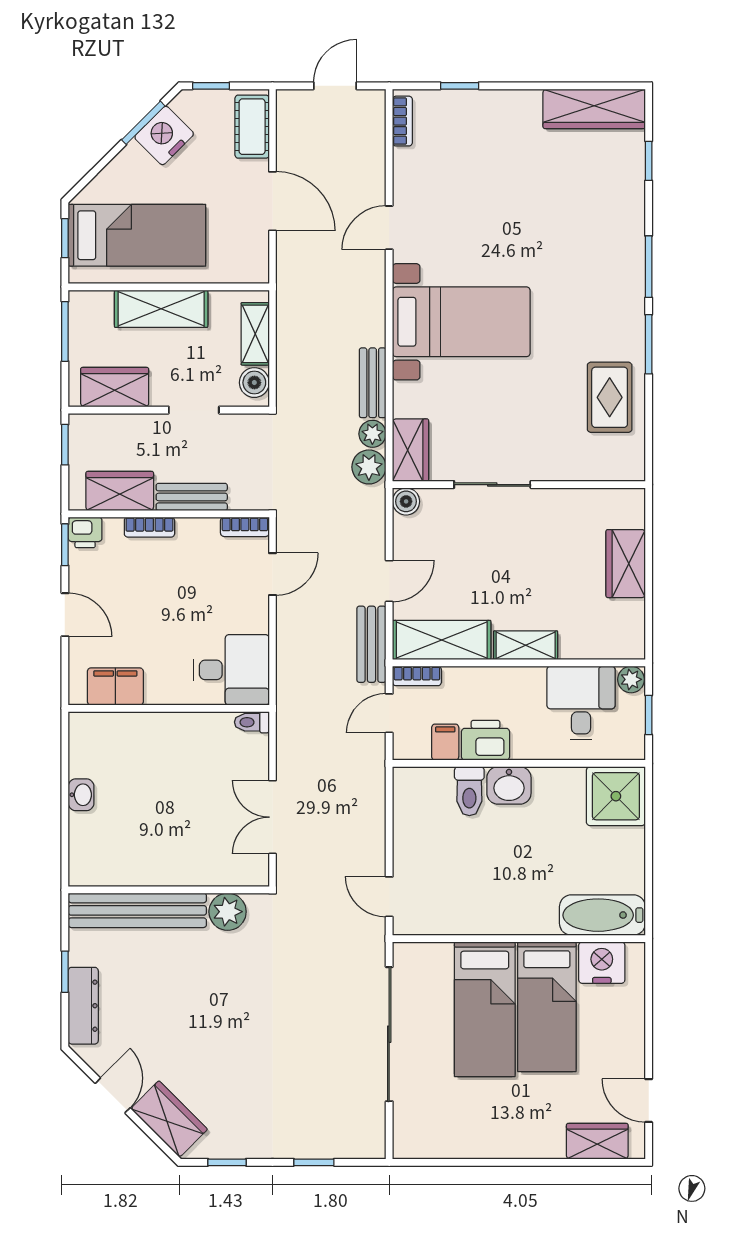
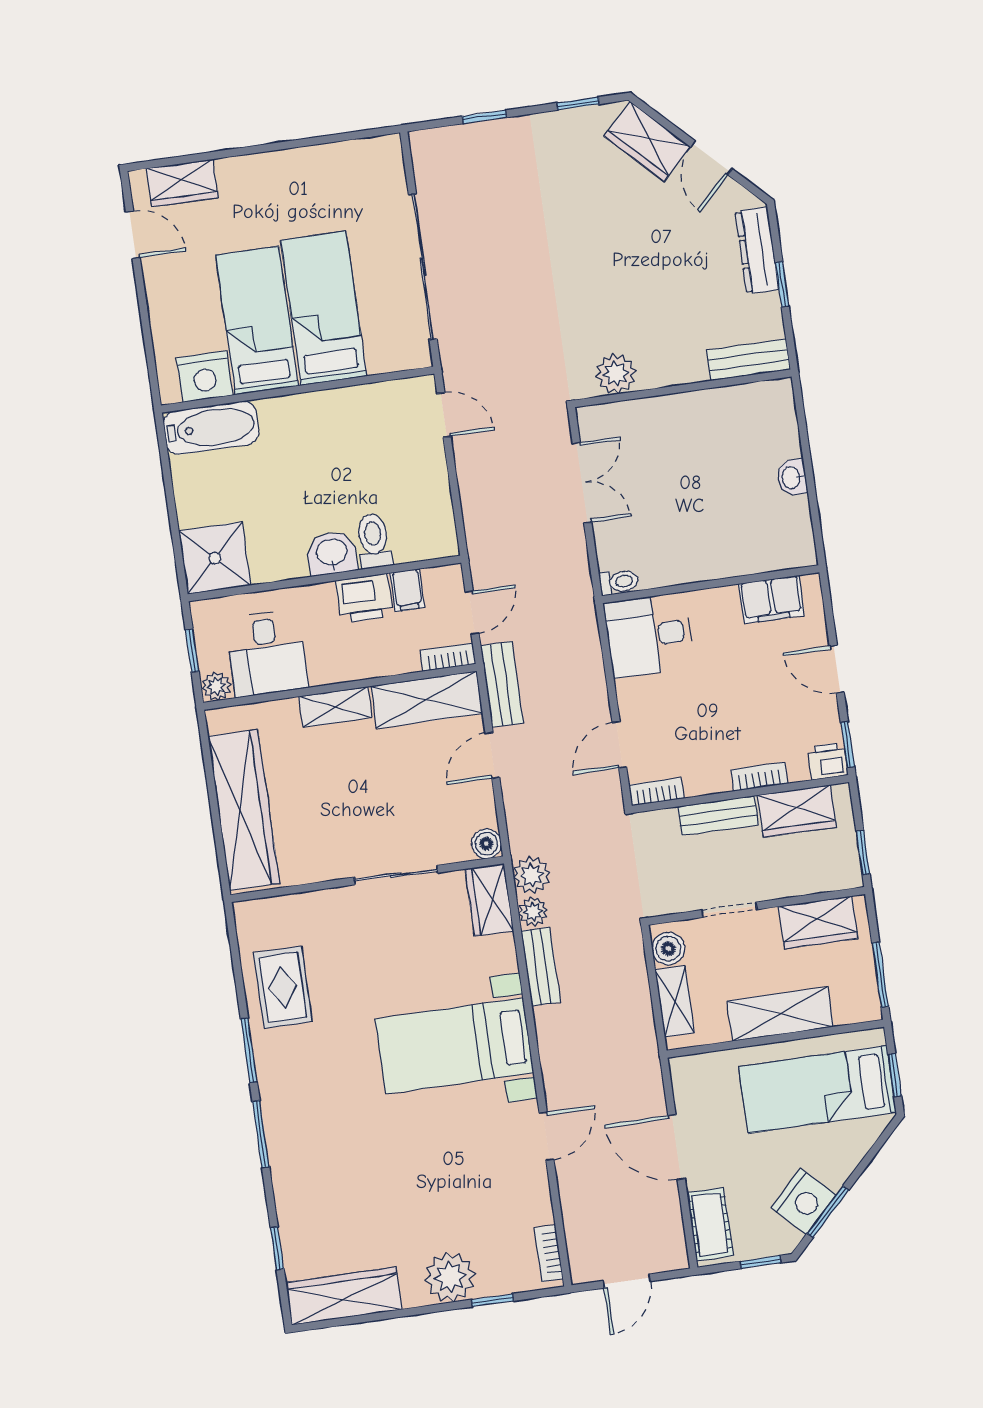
plant: (495, 112) -> (450, 1277), added
wardrobe: (626, 564) -> (244, 810), width x2.10, depth x1.17
bench: (137, 910) -> (748, 360), width x0.54, depth x0.82

